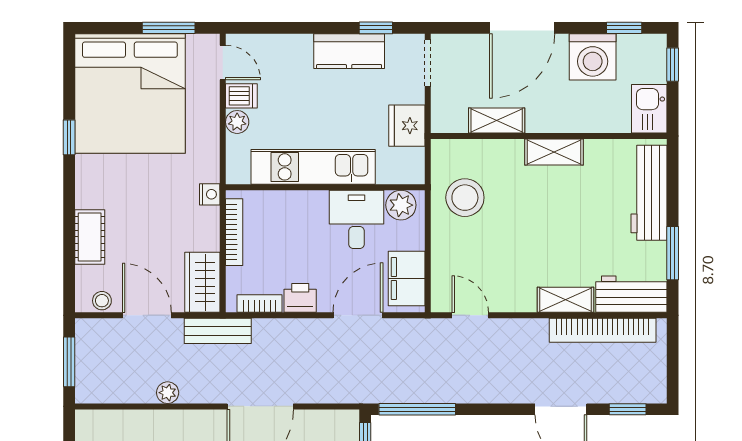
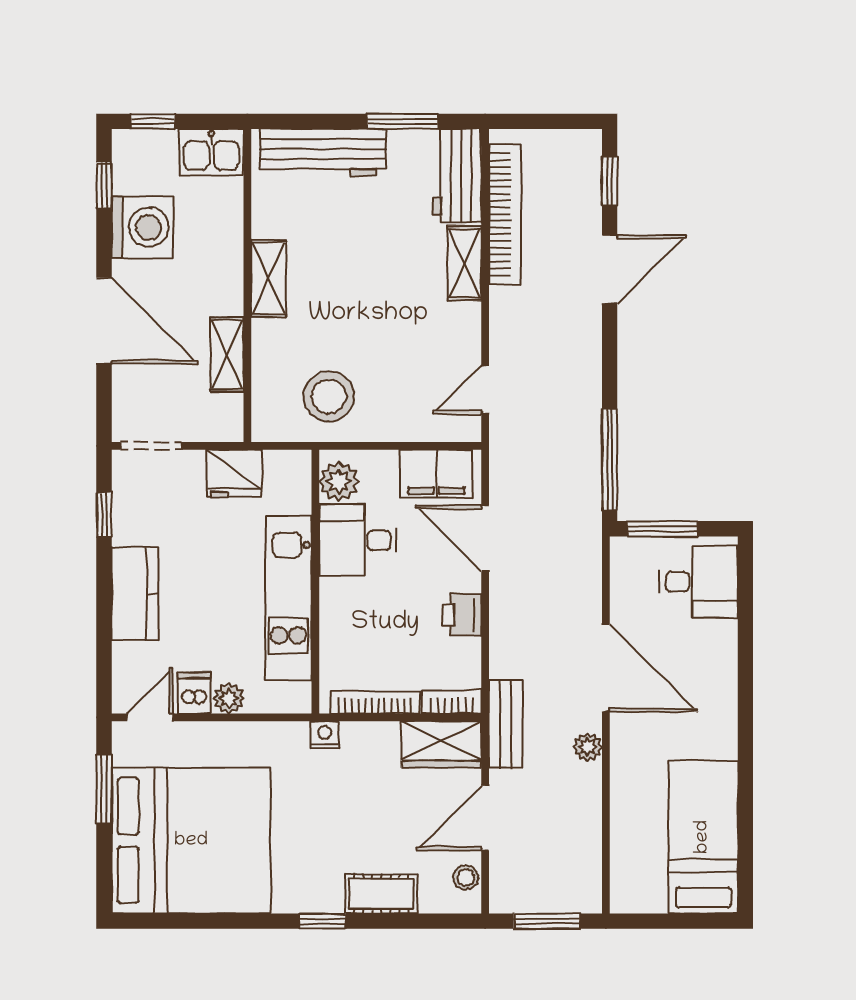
kitchen counter: (349, 51) -> (135, 594), moved
window: (69, 137) -> (322, 921), moved
bookcase: (260, 304) -> (452, 702), moved, turned 90
plant: (168, 393) -> (588, 747), moved

